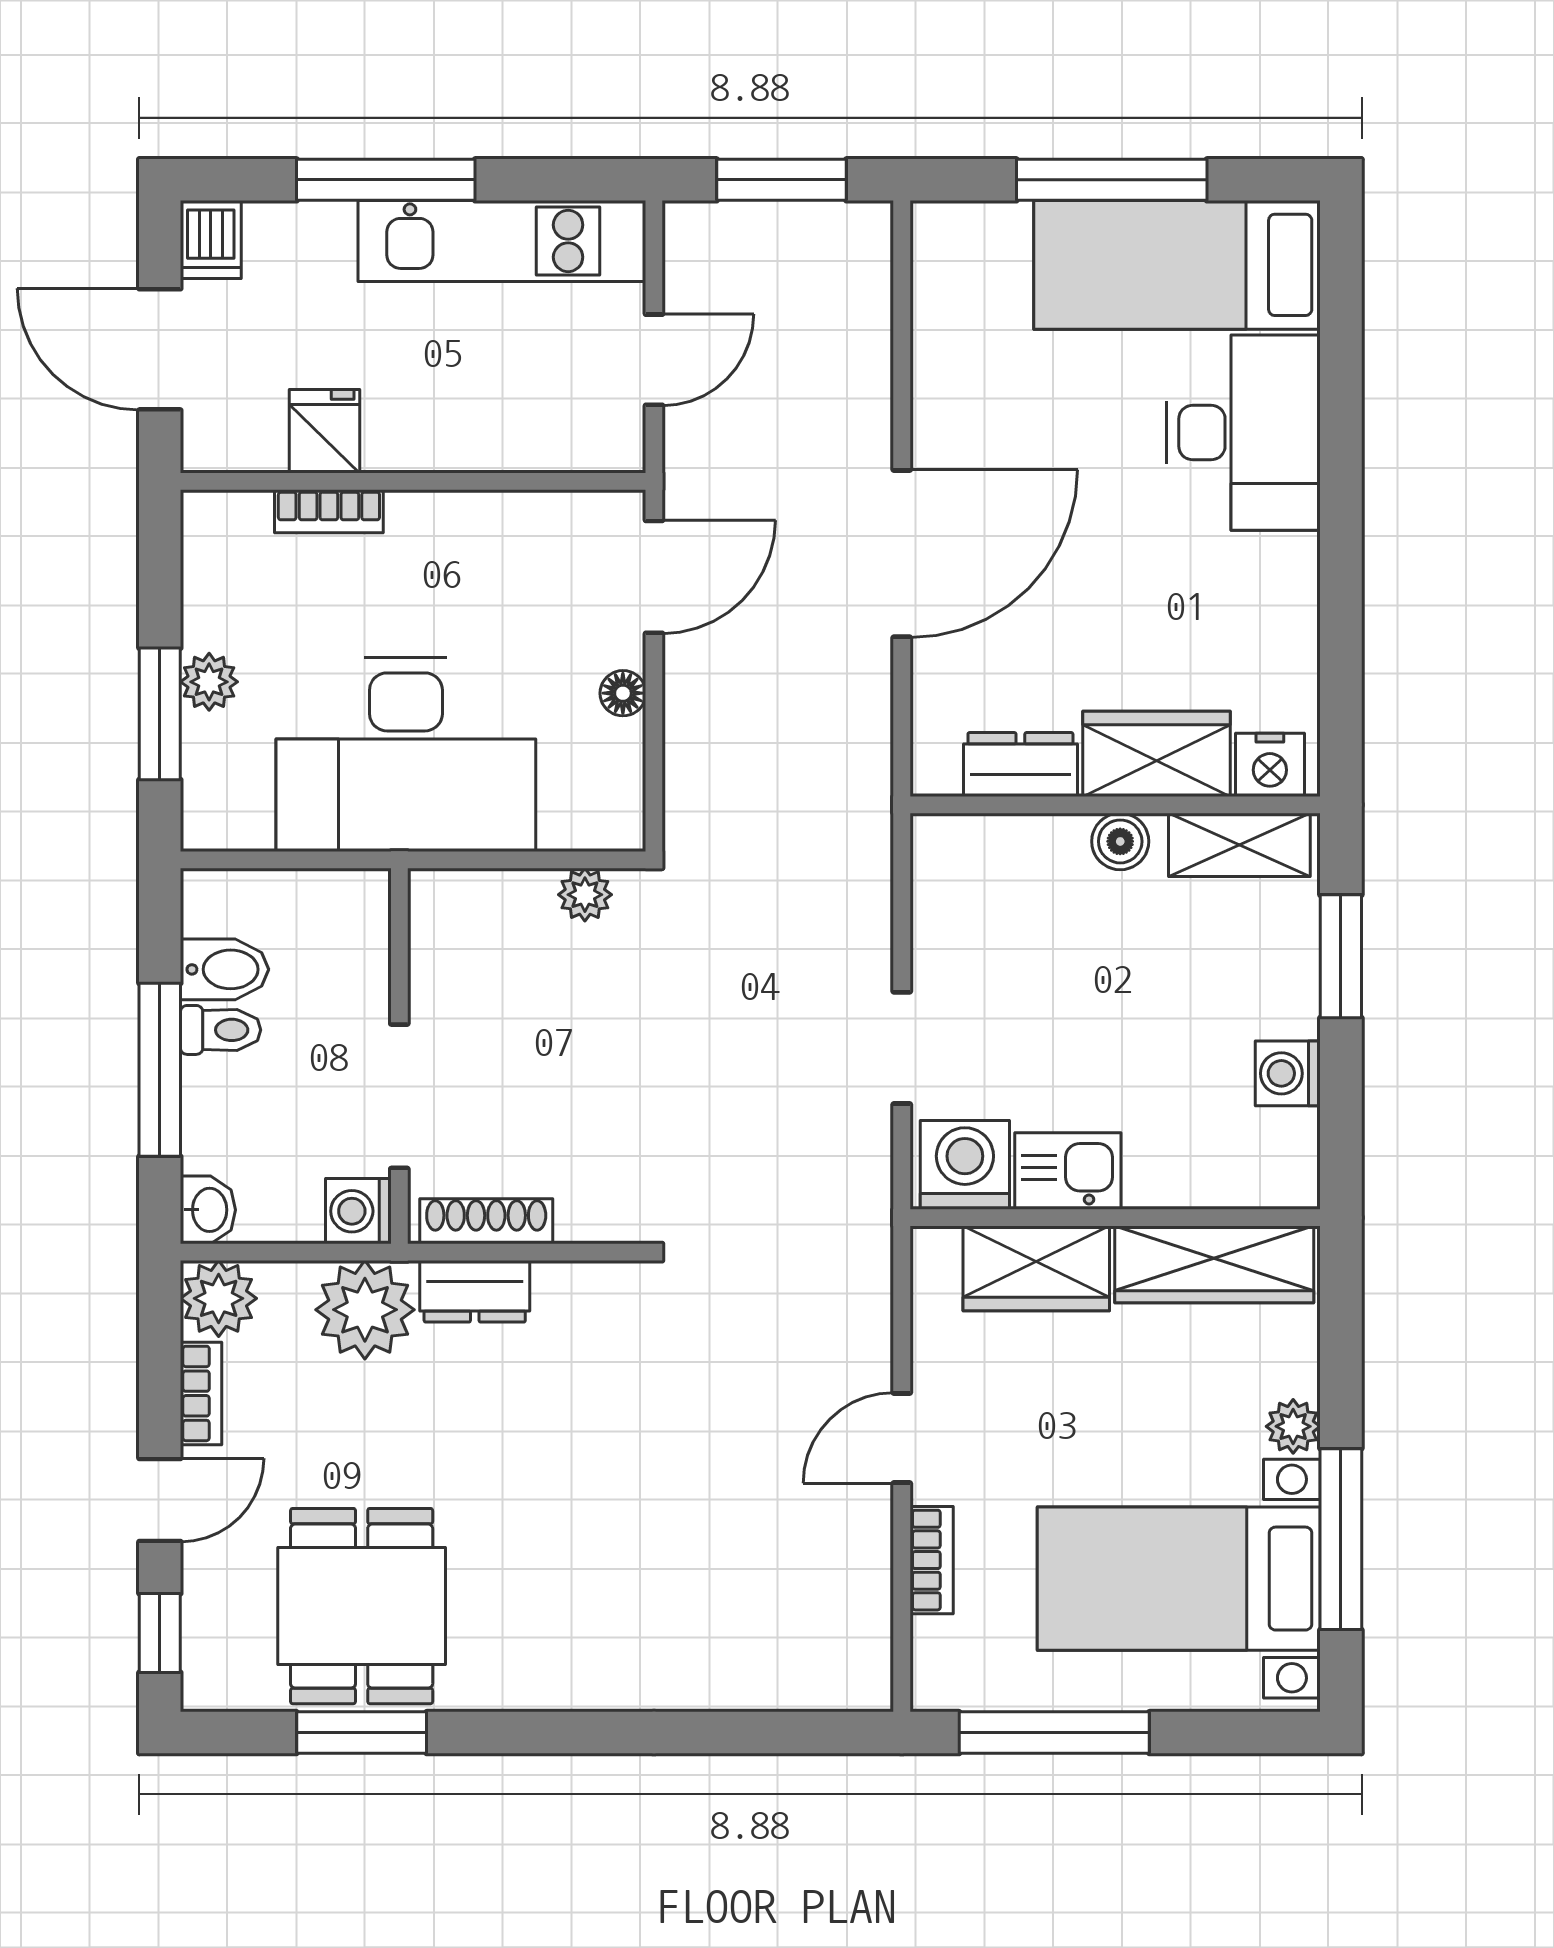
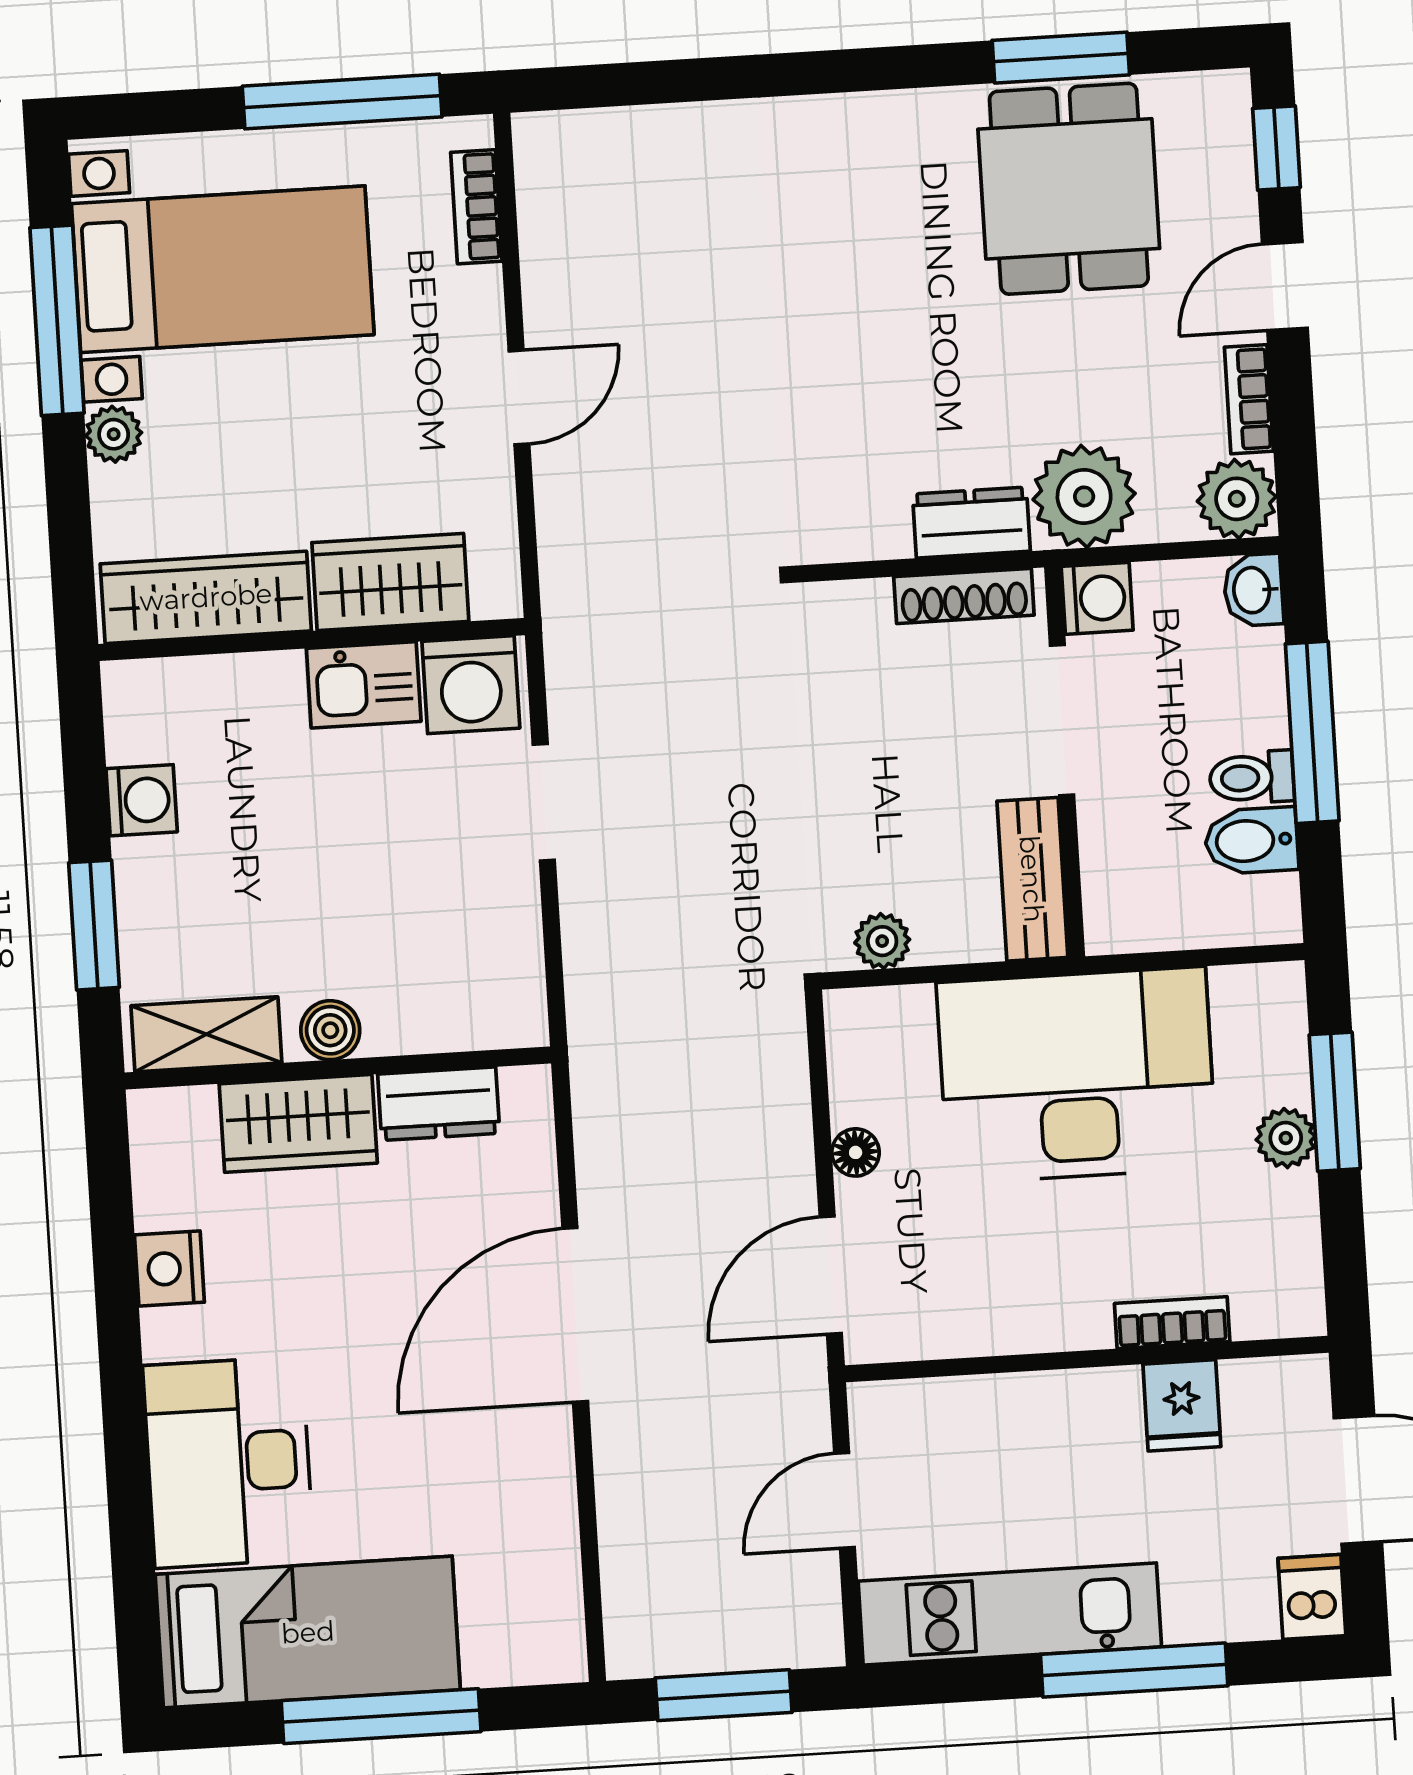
nightstand: (1270, 765) -> (169, 1269), moved, turned -90
bench: (437, 945) -> (1032, 879), added
bookcase: (932, 1560) -> (476, 207), moved

